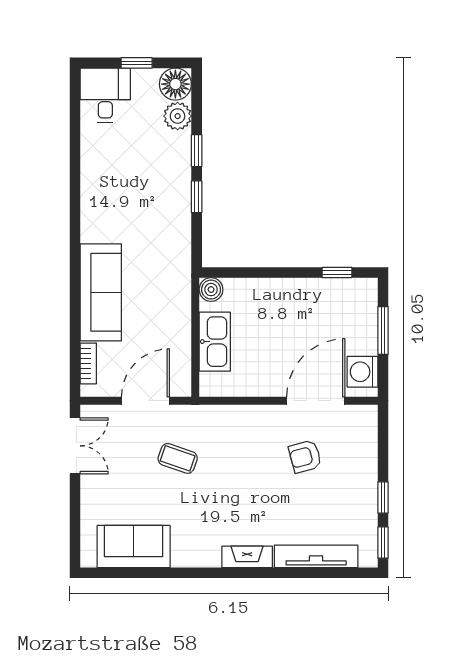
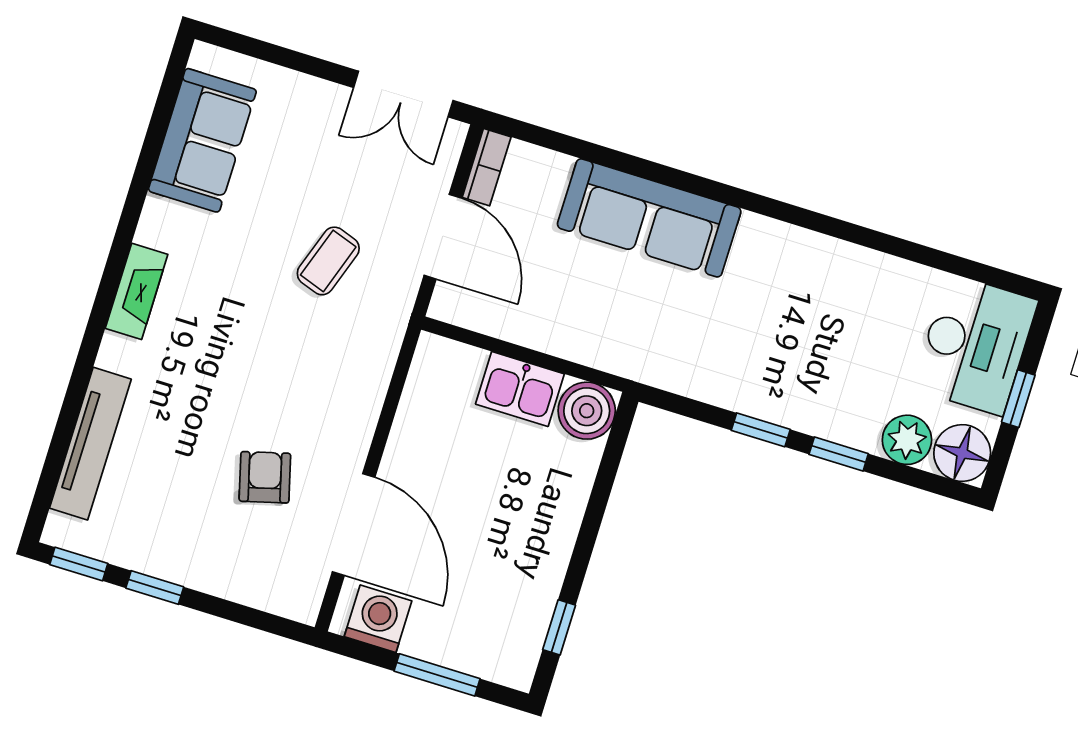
desk: (105, 95) -> (975, 345), width x1.37
boiler: (211, 290) -> (587, 411), width x1.36, depth x1.36
kitchen sink: (215, 342) -> (520, 389), width x0.73
bookcase: (88, 363) -> (487, 167), moved, turned -90
fireplace: (247, 557) -> (137, 291), moved

